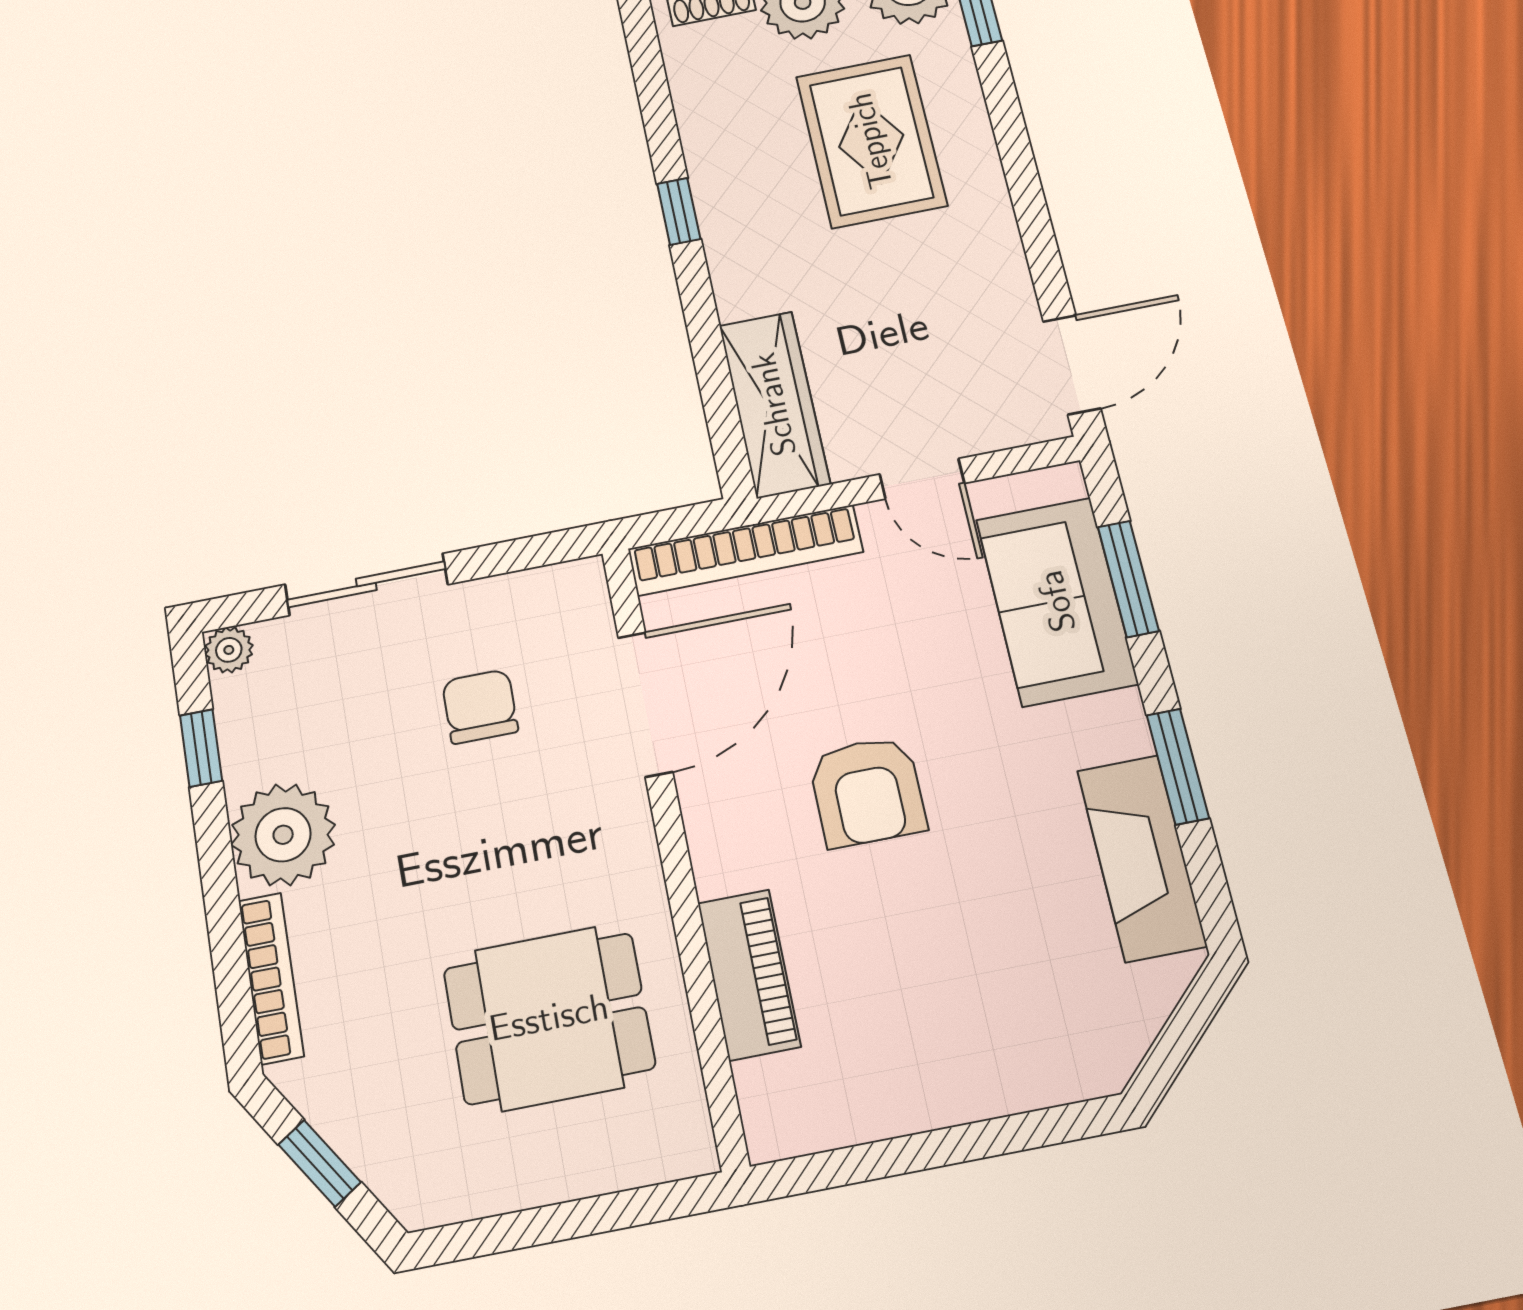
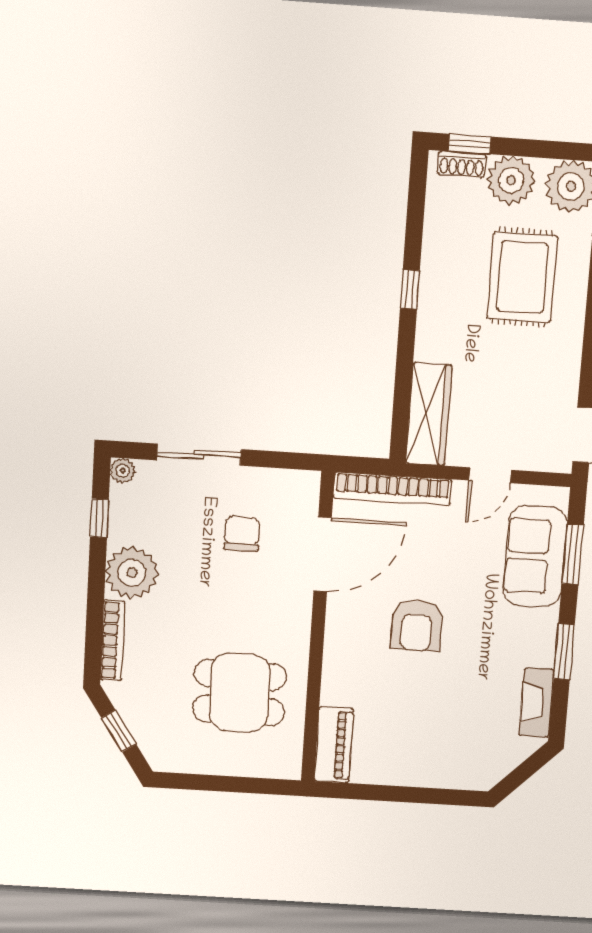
door: (922, 479) -> (490, 475), hinge flipped
fireplace: (1142, 858) -> (536, 703), width x0.73, depth x0.76
piano: (749, 975) -> (334, 745), moved

